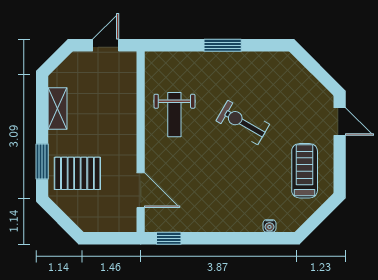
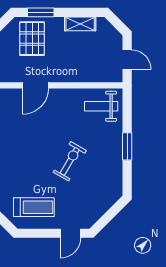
weight bench: (174, 115) -> (101, 106), moved
door: (141, 190) -> (35, 85), moved

